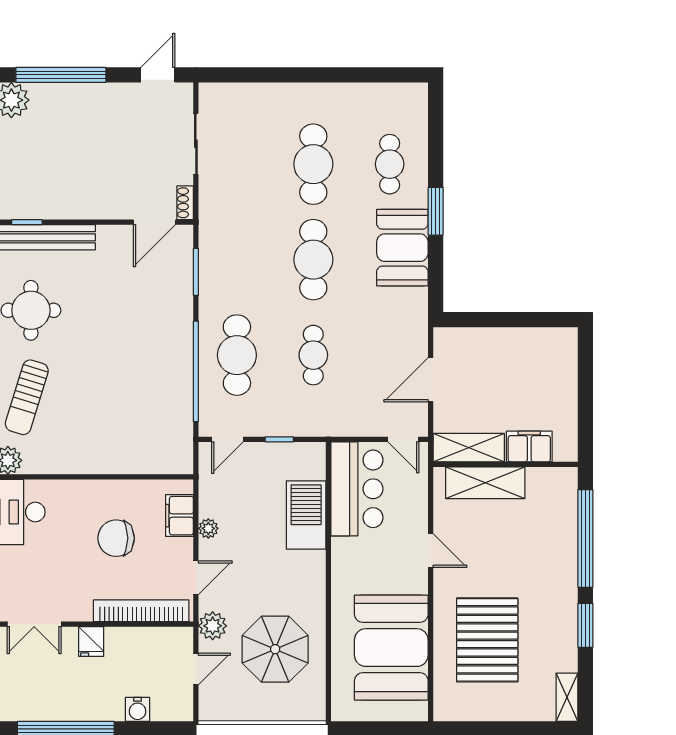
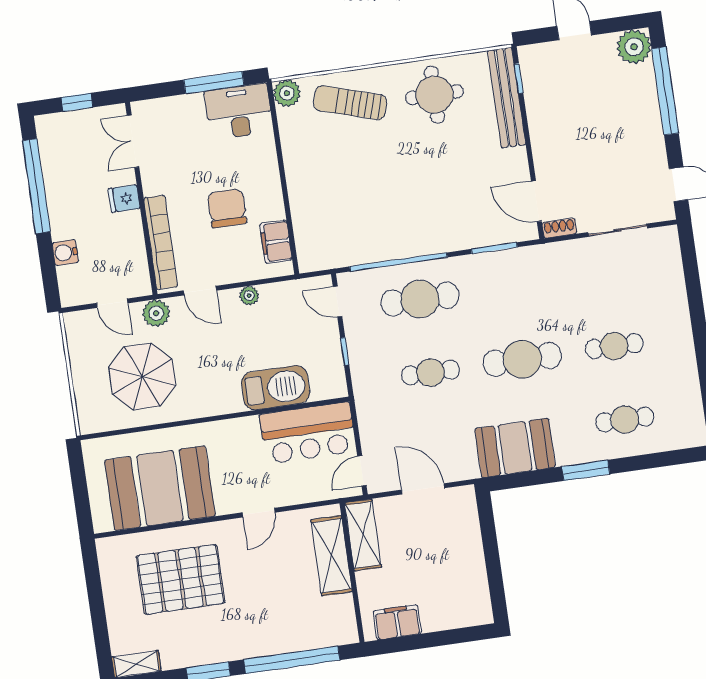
cafe table: (313, 164) -> (614, 346), width x0.73, depth x0.74
booth: (402, 248) -> (515, 448), moved
filing cabinet: (529, 447) -> (397, 622), moved, turned -90
filing cabinet: (179, 516) -> (276, 242), moved, turned -90

